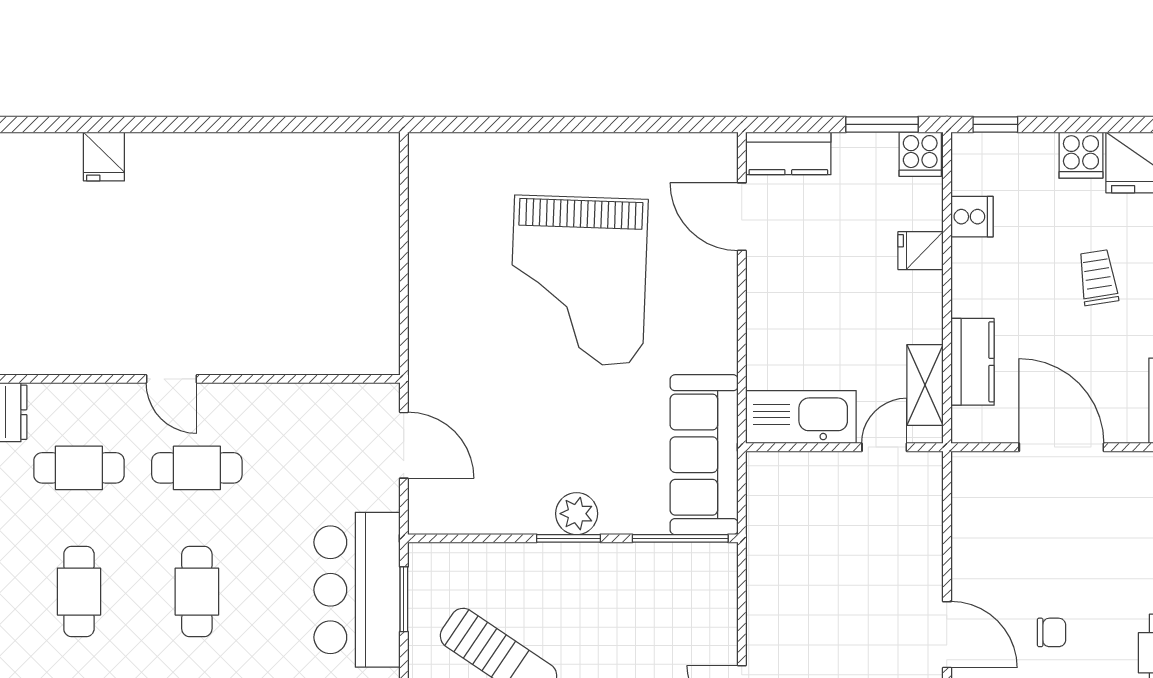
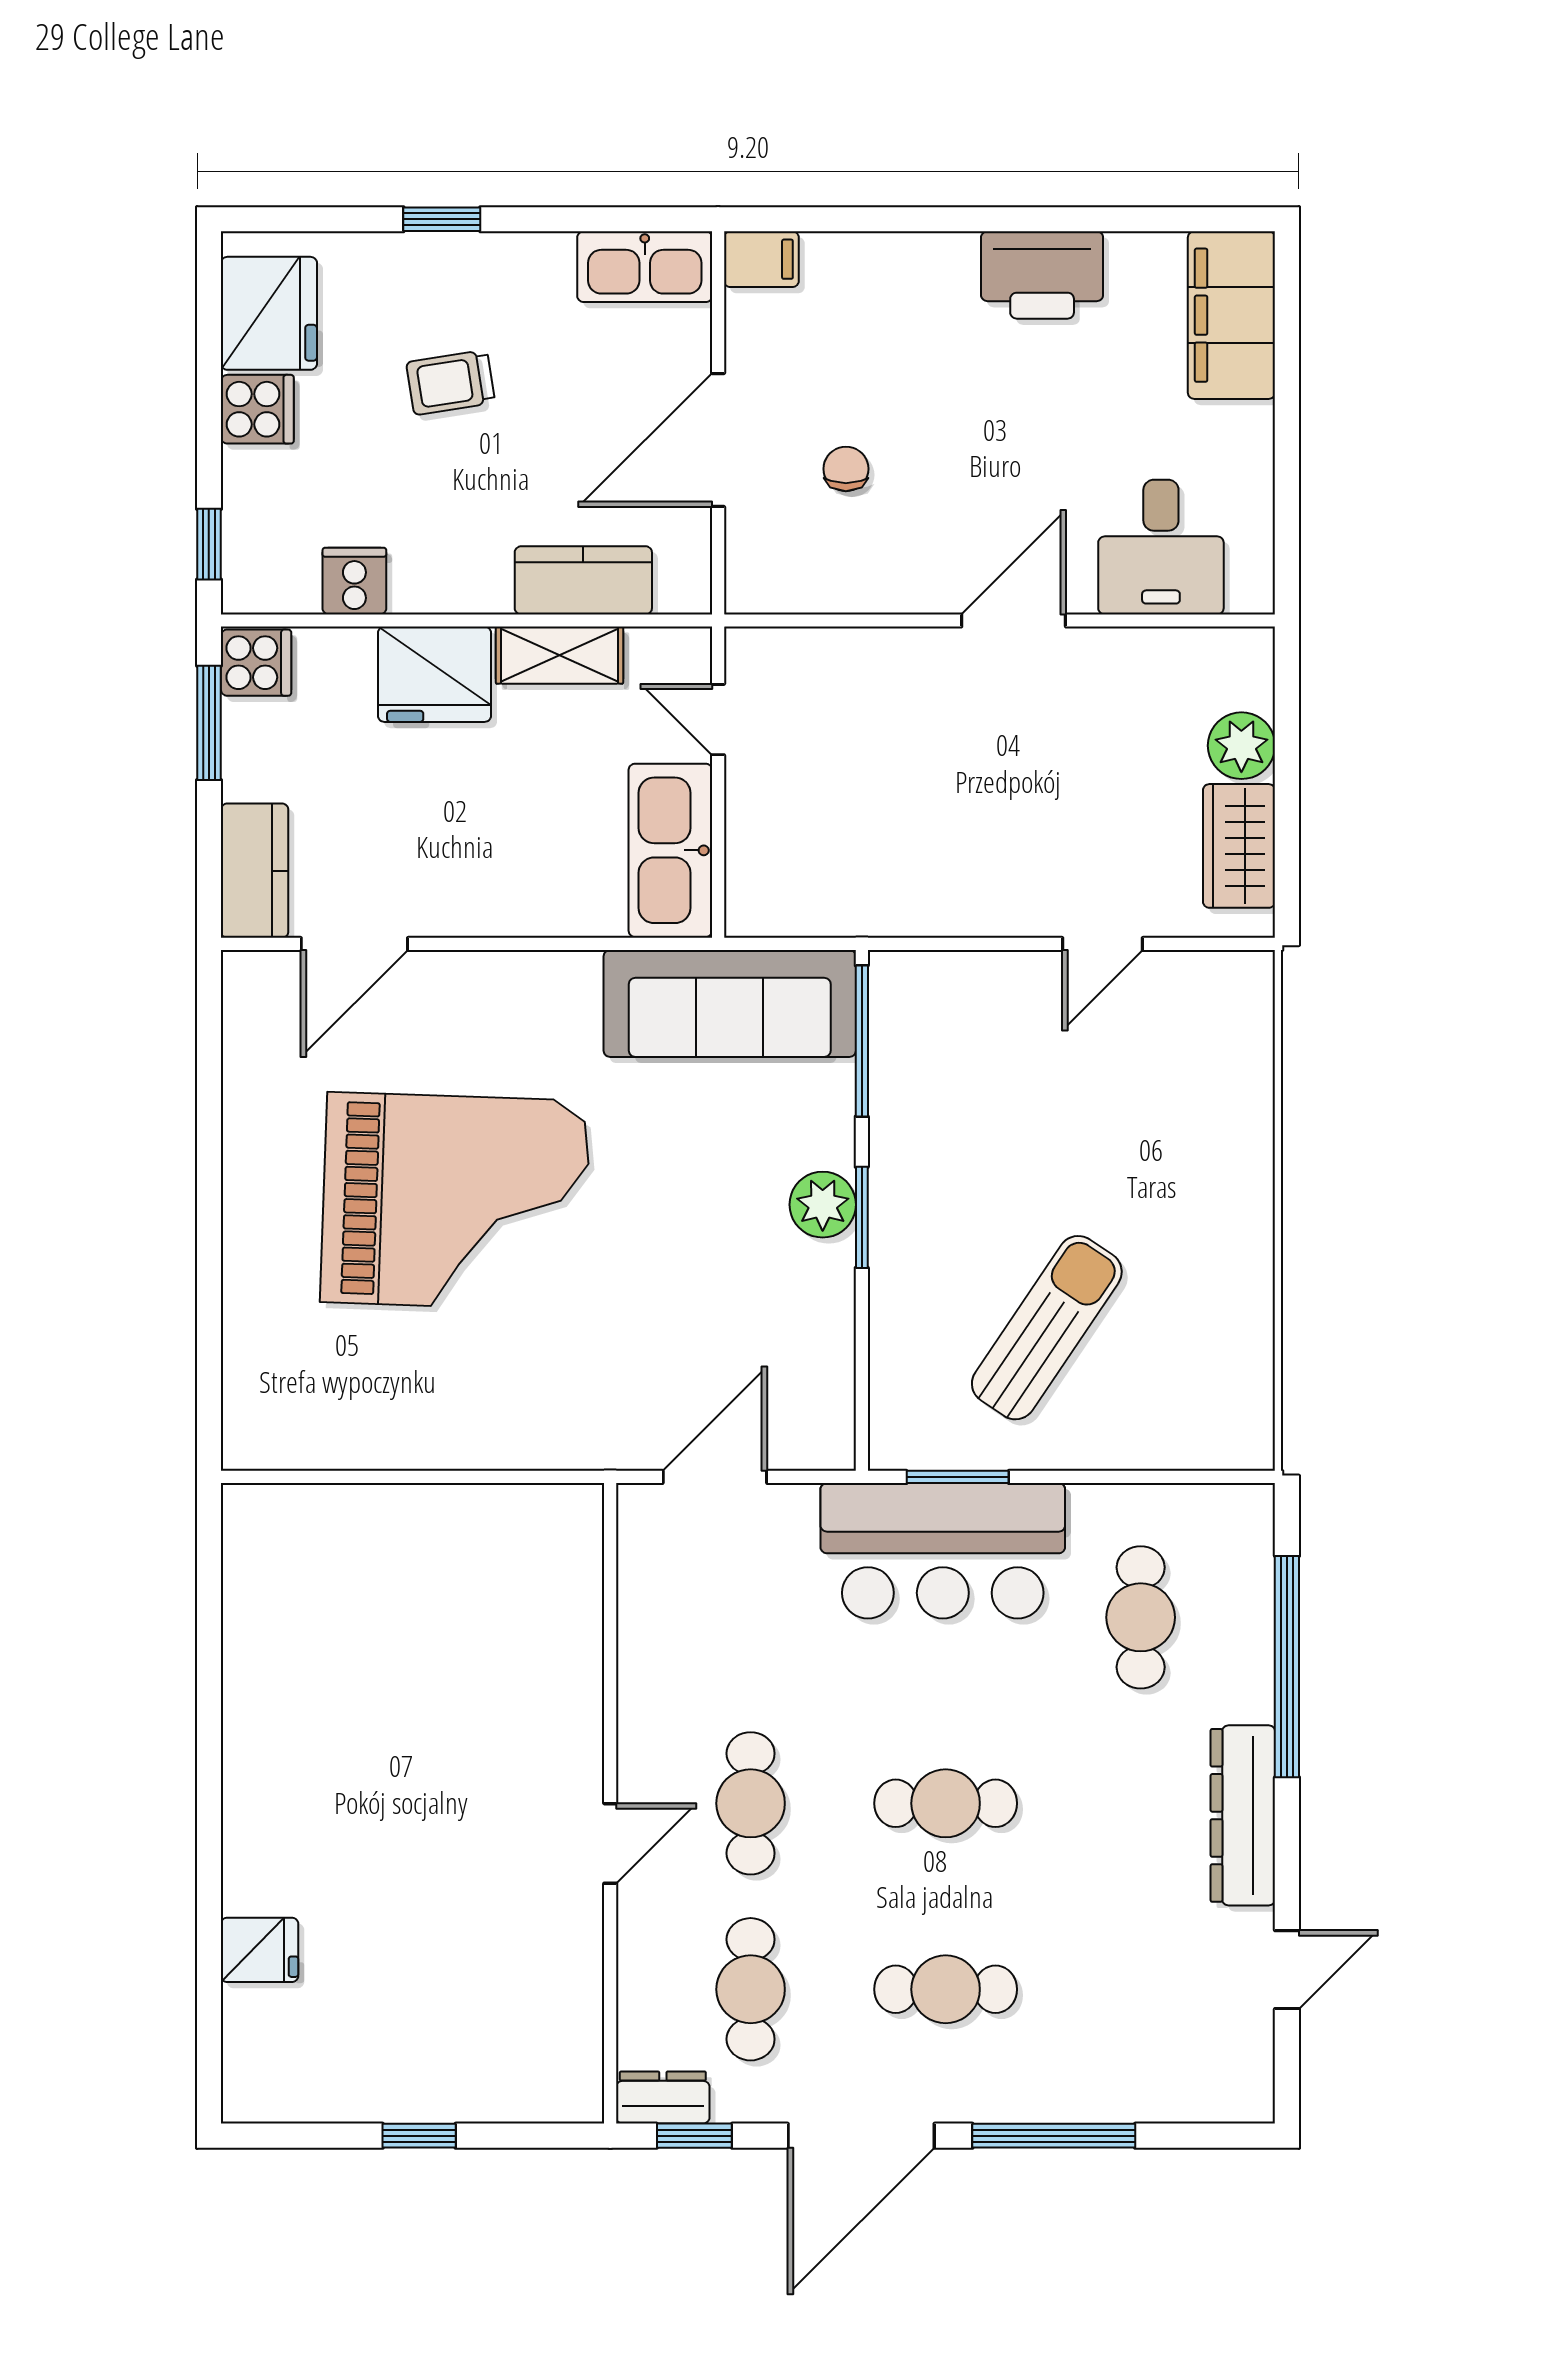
fridge: (921, 251) -> (434, 674), width x1.88, depth x1.34
shelving: (925, 385) -> (559, 655), moved
chair: (1051, 632) -> (846, 469), moved

